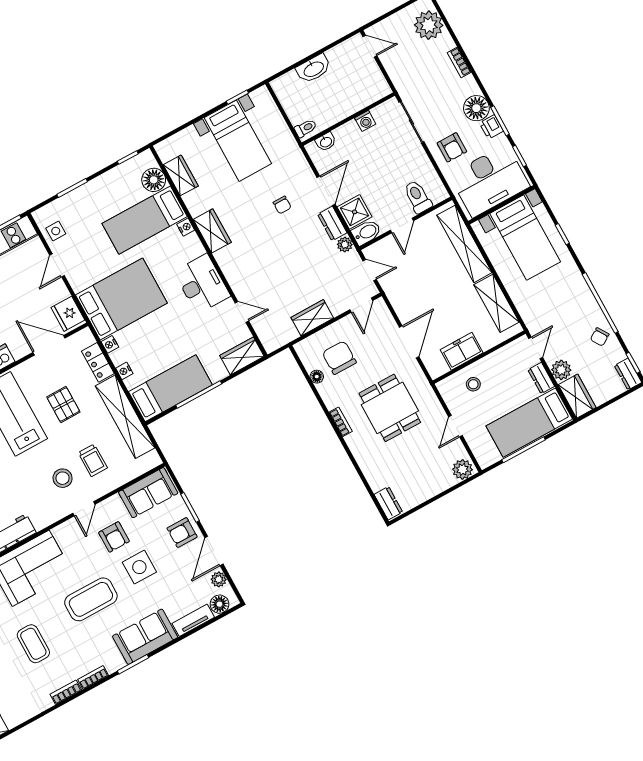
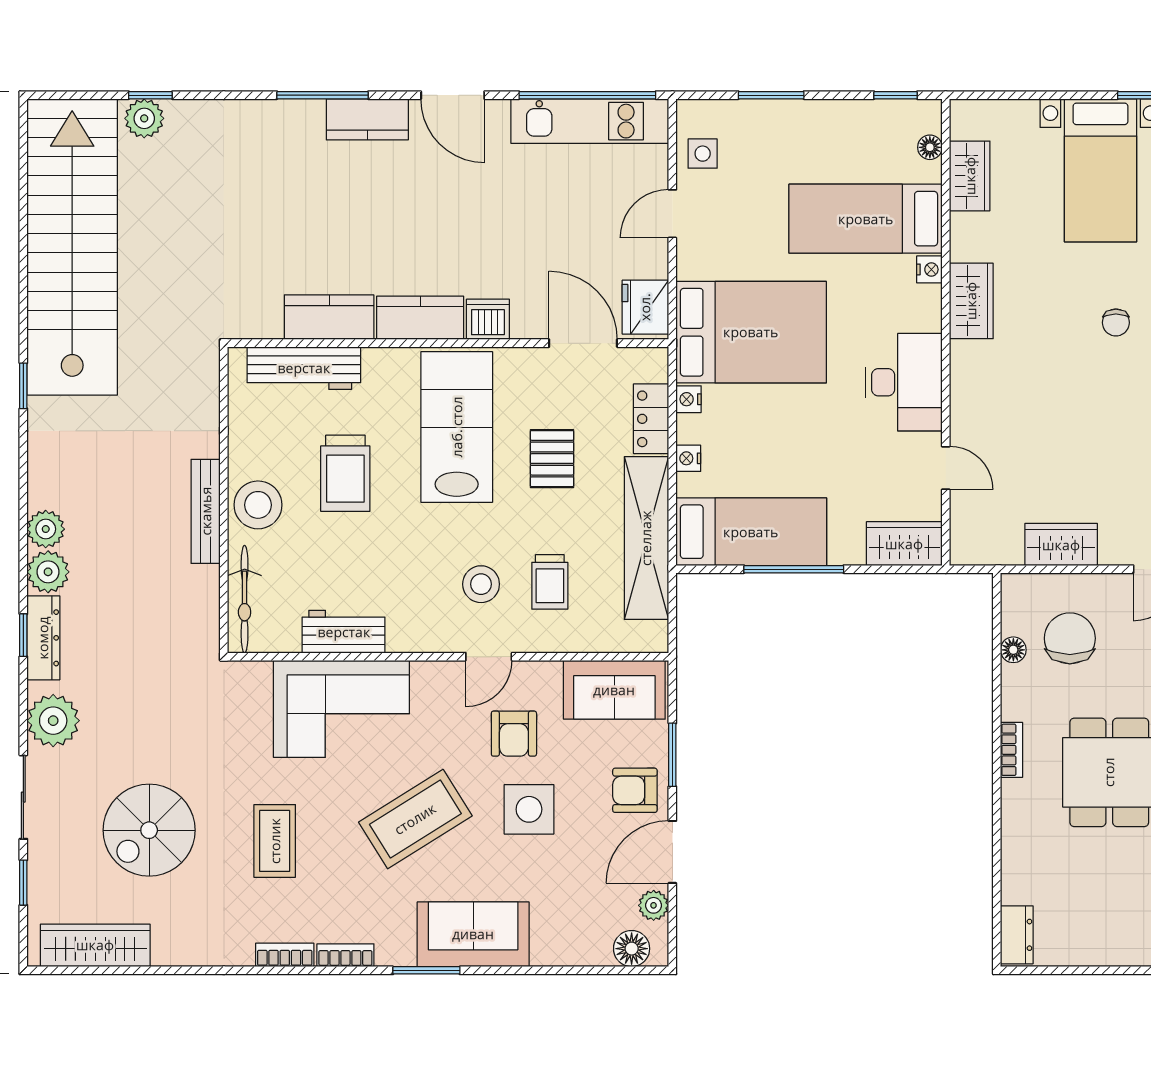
floor lamp: (154, 180) -> (930, 147), width x0.53, depth x0.53
coffee table: (91, 599) -> (415, 819), turned -32
tv unit: (193, 620) -> (571, 952), removed

